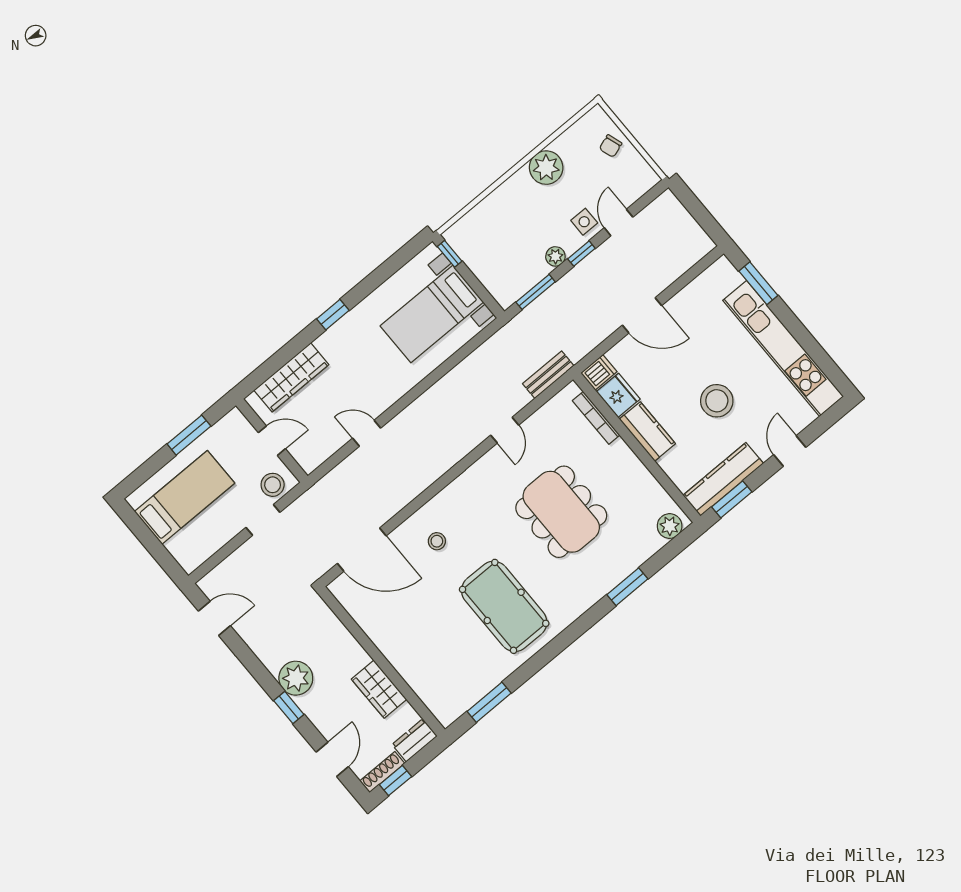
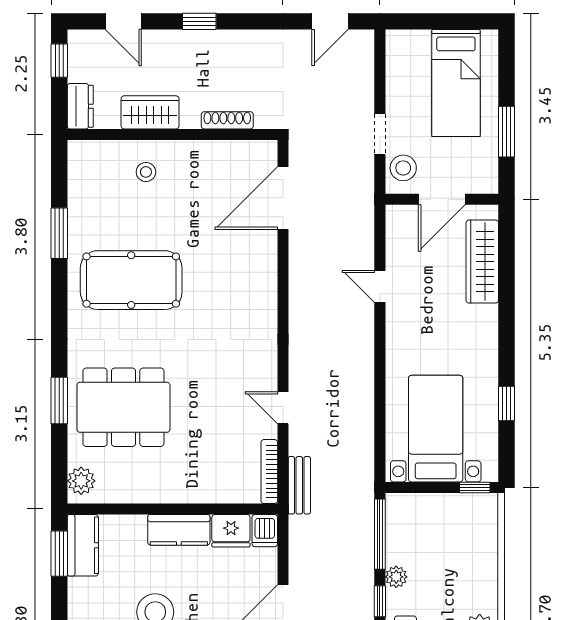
window: (536, 292) -> (380, 534), width x1.44
window: (333, 315) -> (507, 404), moved
bookcase: (596, 418) -> (269, 472), moved, turned -90
door: (367, 433) -> (380, 286), swing flipped
door: (272, 441) -> (442, 199), width x1.38
kitchen counter: (723, 479) -> (83, 545), width x0.67
dining table: (561, 512) -> (123, 407), moved
stool: (437, 541) -> (146, 172), moved
plant: (296, 678) -> (220, 49), removed
window: (489, 702) -> (59, 233), moved
shoe rack: (382, 772) -> (227, 120), moved, turned -90

